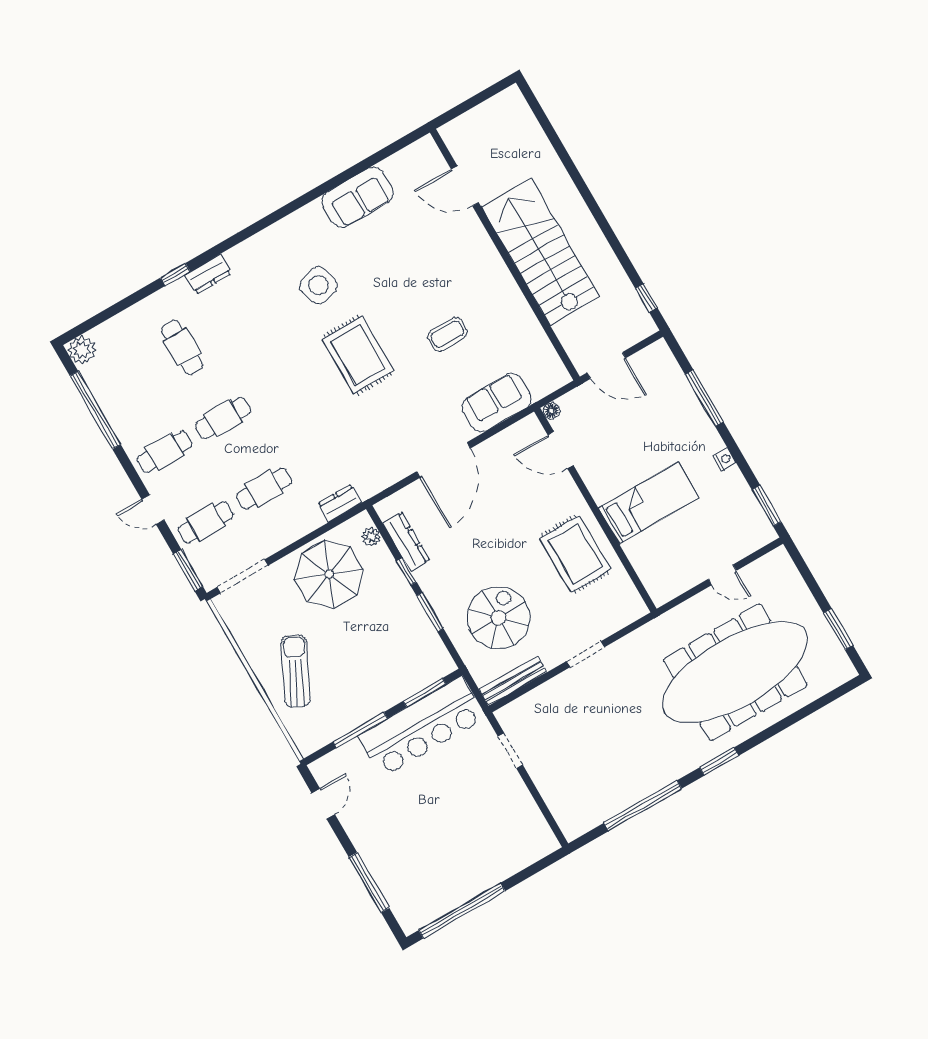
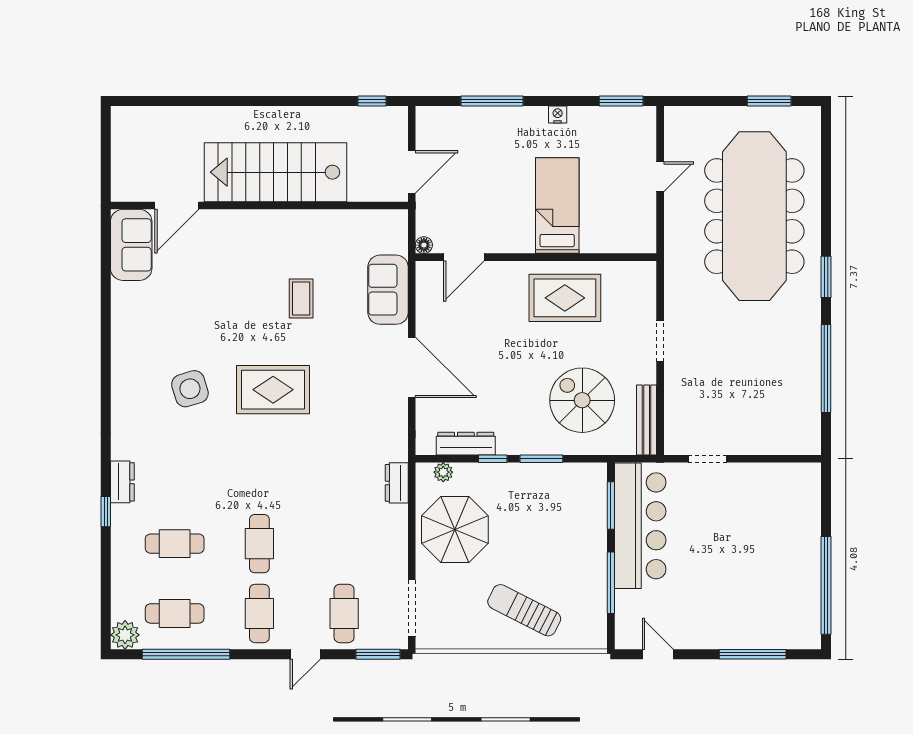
sofa: (358, 197) -> (131, 245), moved
cafe table: (264, 489) -> (175, 613), moved, turned 90

